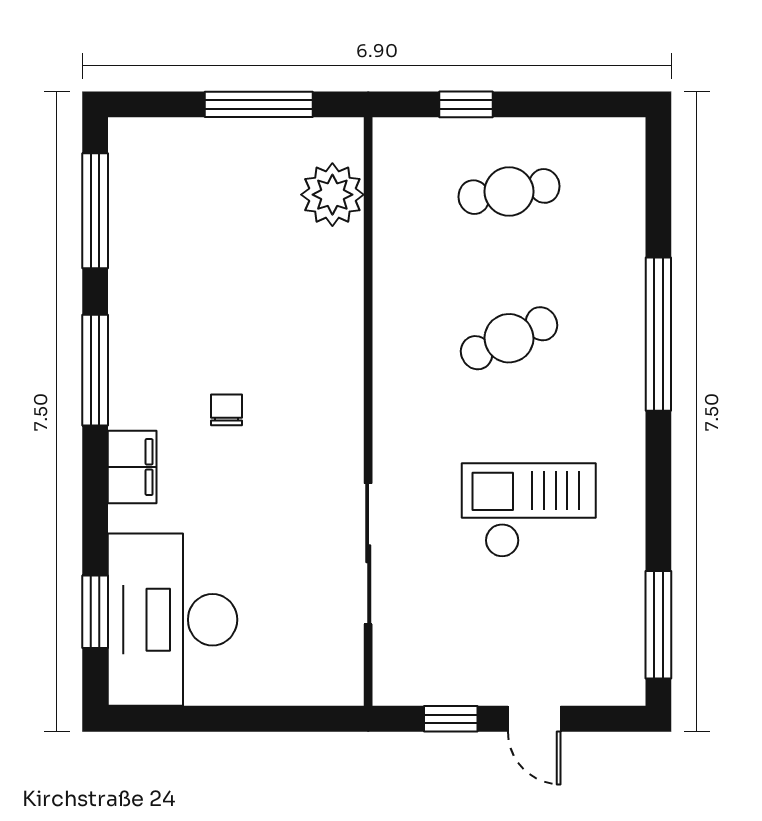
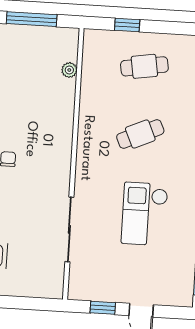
plant: (332, 195) -> (69, 70), width x0.53, depth x0.53
checkout: (529, 510) -> (145, 214), turned -90

